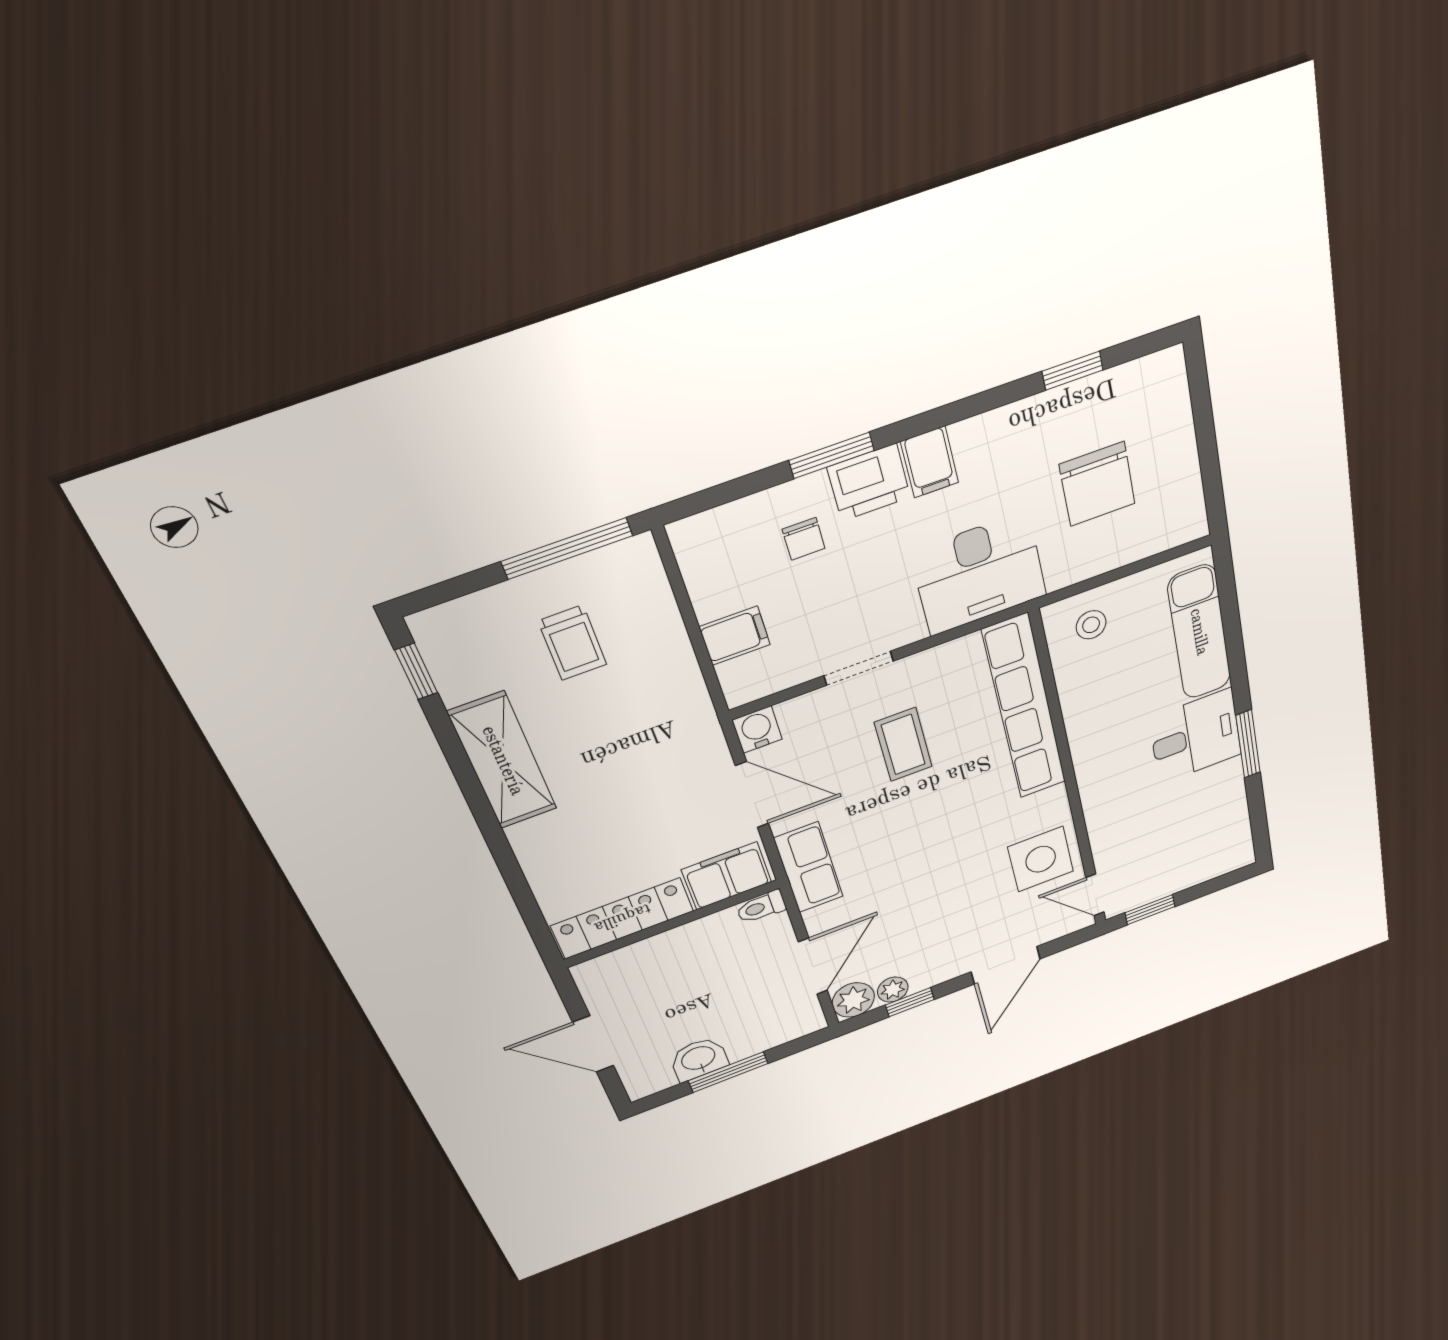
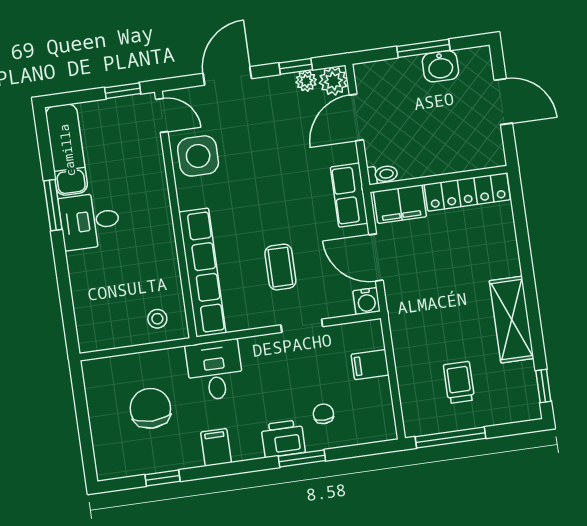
filing cabinet: (930, 462) -> (216, 447), moved
desk: (979, 574) -> (215, 370), width x0.73
exam couch: (1199, 632) -> (67, 150), moved

